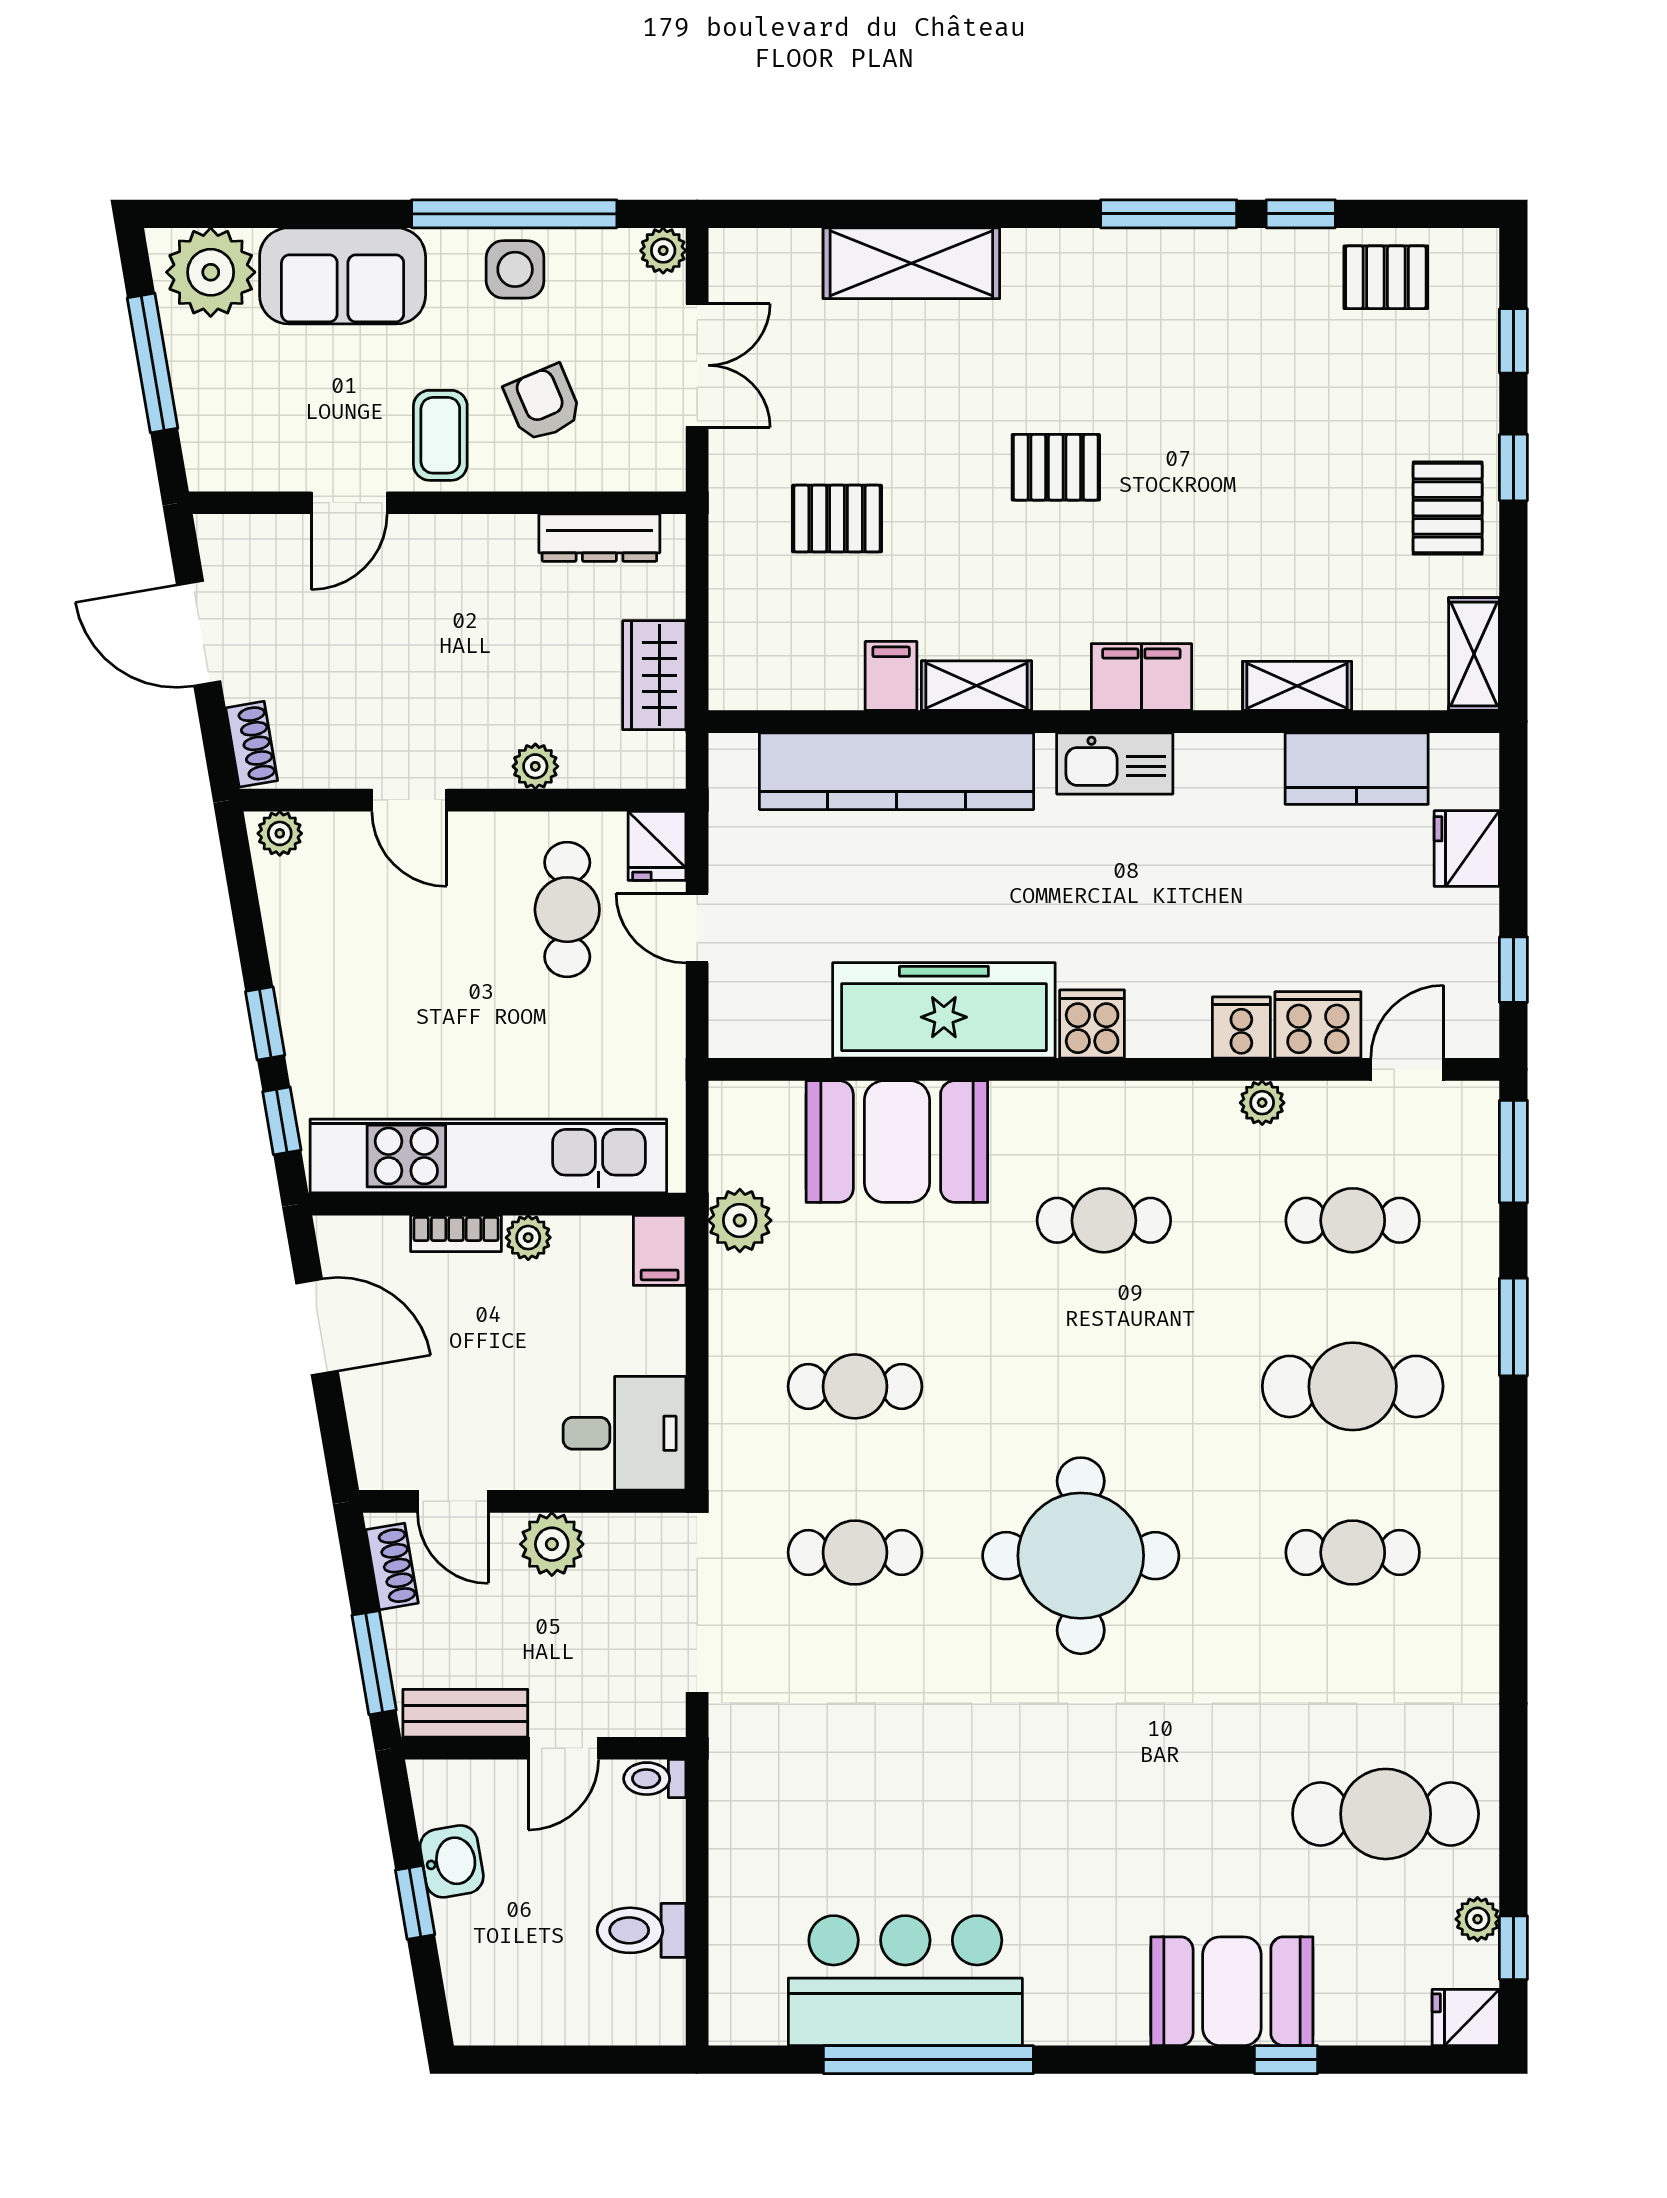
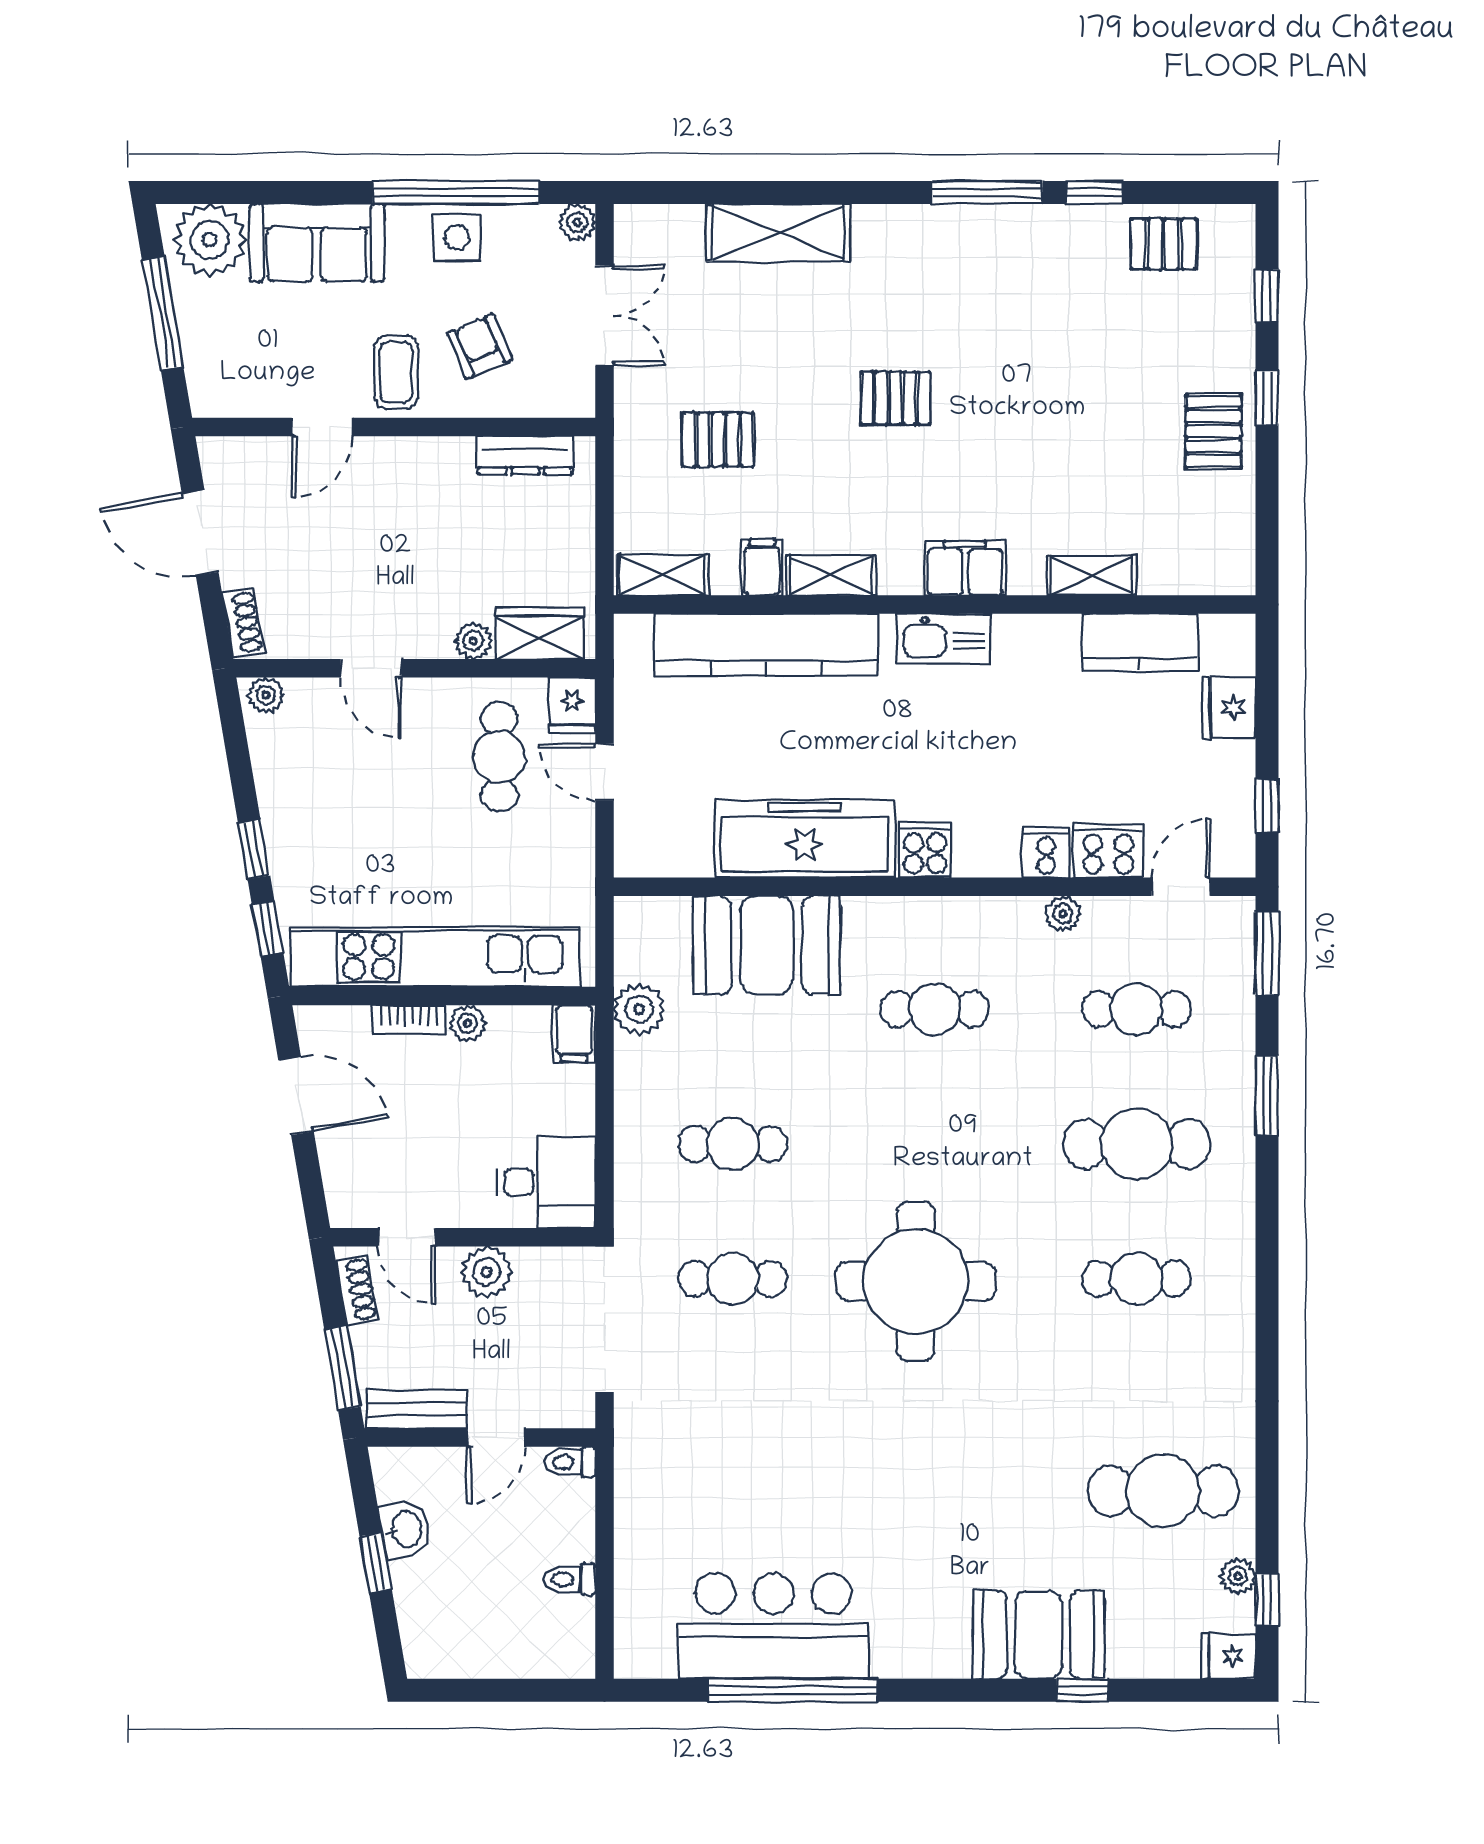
shelving: (1474, 654) -> (663, 575), moved, turned 90
wardrobe: (654, 675) -> (539, 633), moved, turned 90
toilet: (642, 1930) -> (569, 1579), width x0.73, depth x0.72

